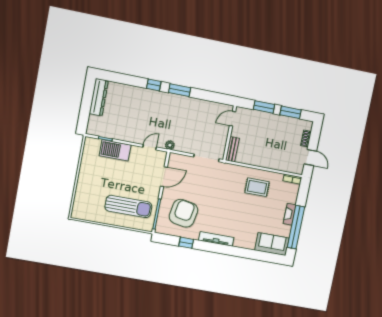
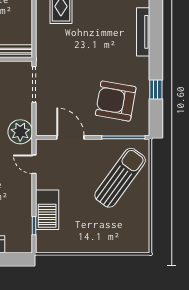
plant: (170, 145) -> (20, 132), width x1.88, depth x1.88
sun lounger: (128, 207) -> (120, 178), turned 36
tv unit: (216, 239) -> (143, 32), moved

